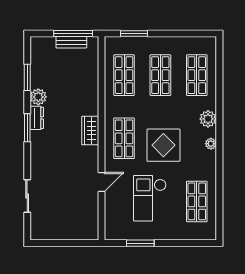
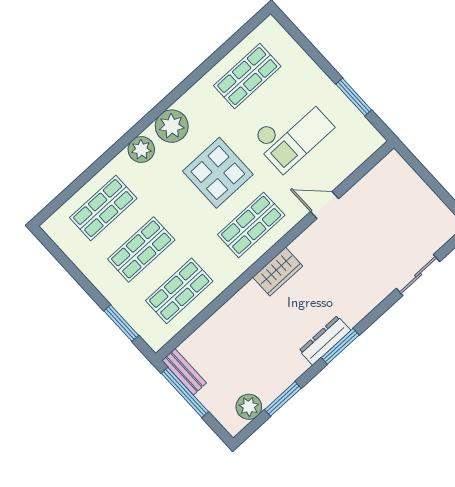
bench: (71, 42) -> (184, 372), moved
plant: (38, 97) -> (249, 407), moved
dresser: (37, 118) -> (325, 340), width x1.44
plant: (211, 144) -> (172, 126), width x1.88, depth x1.88

